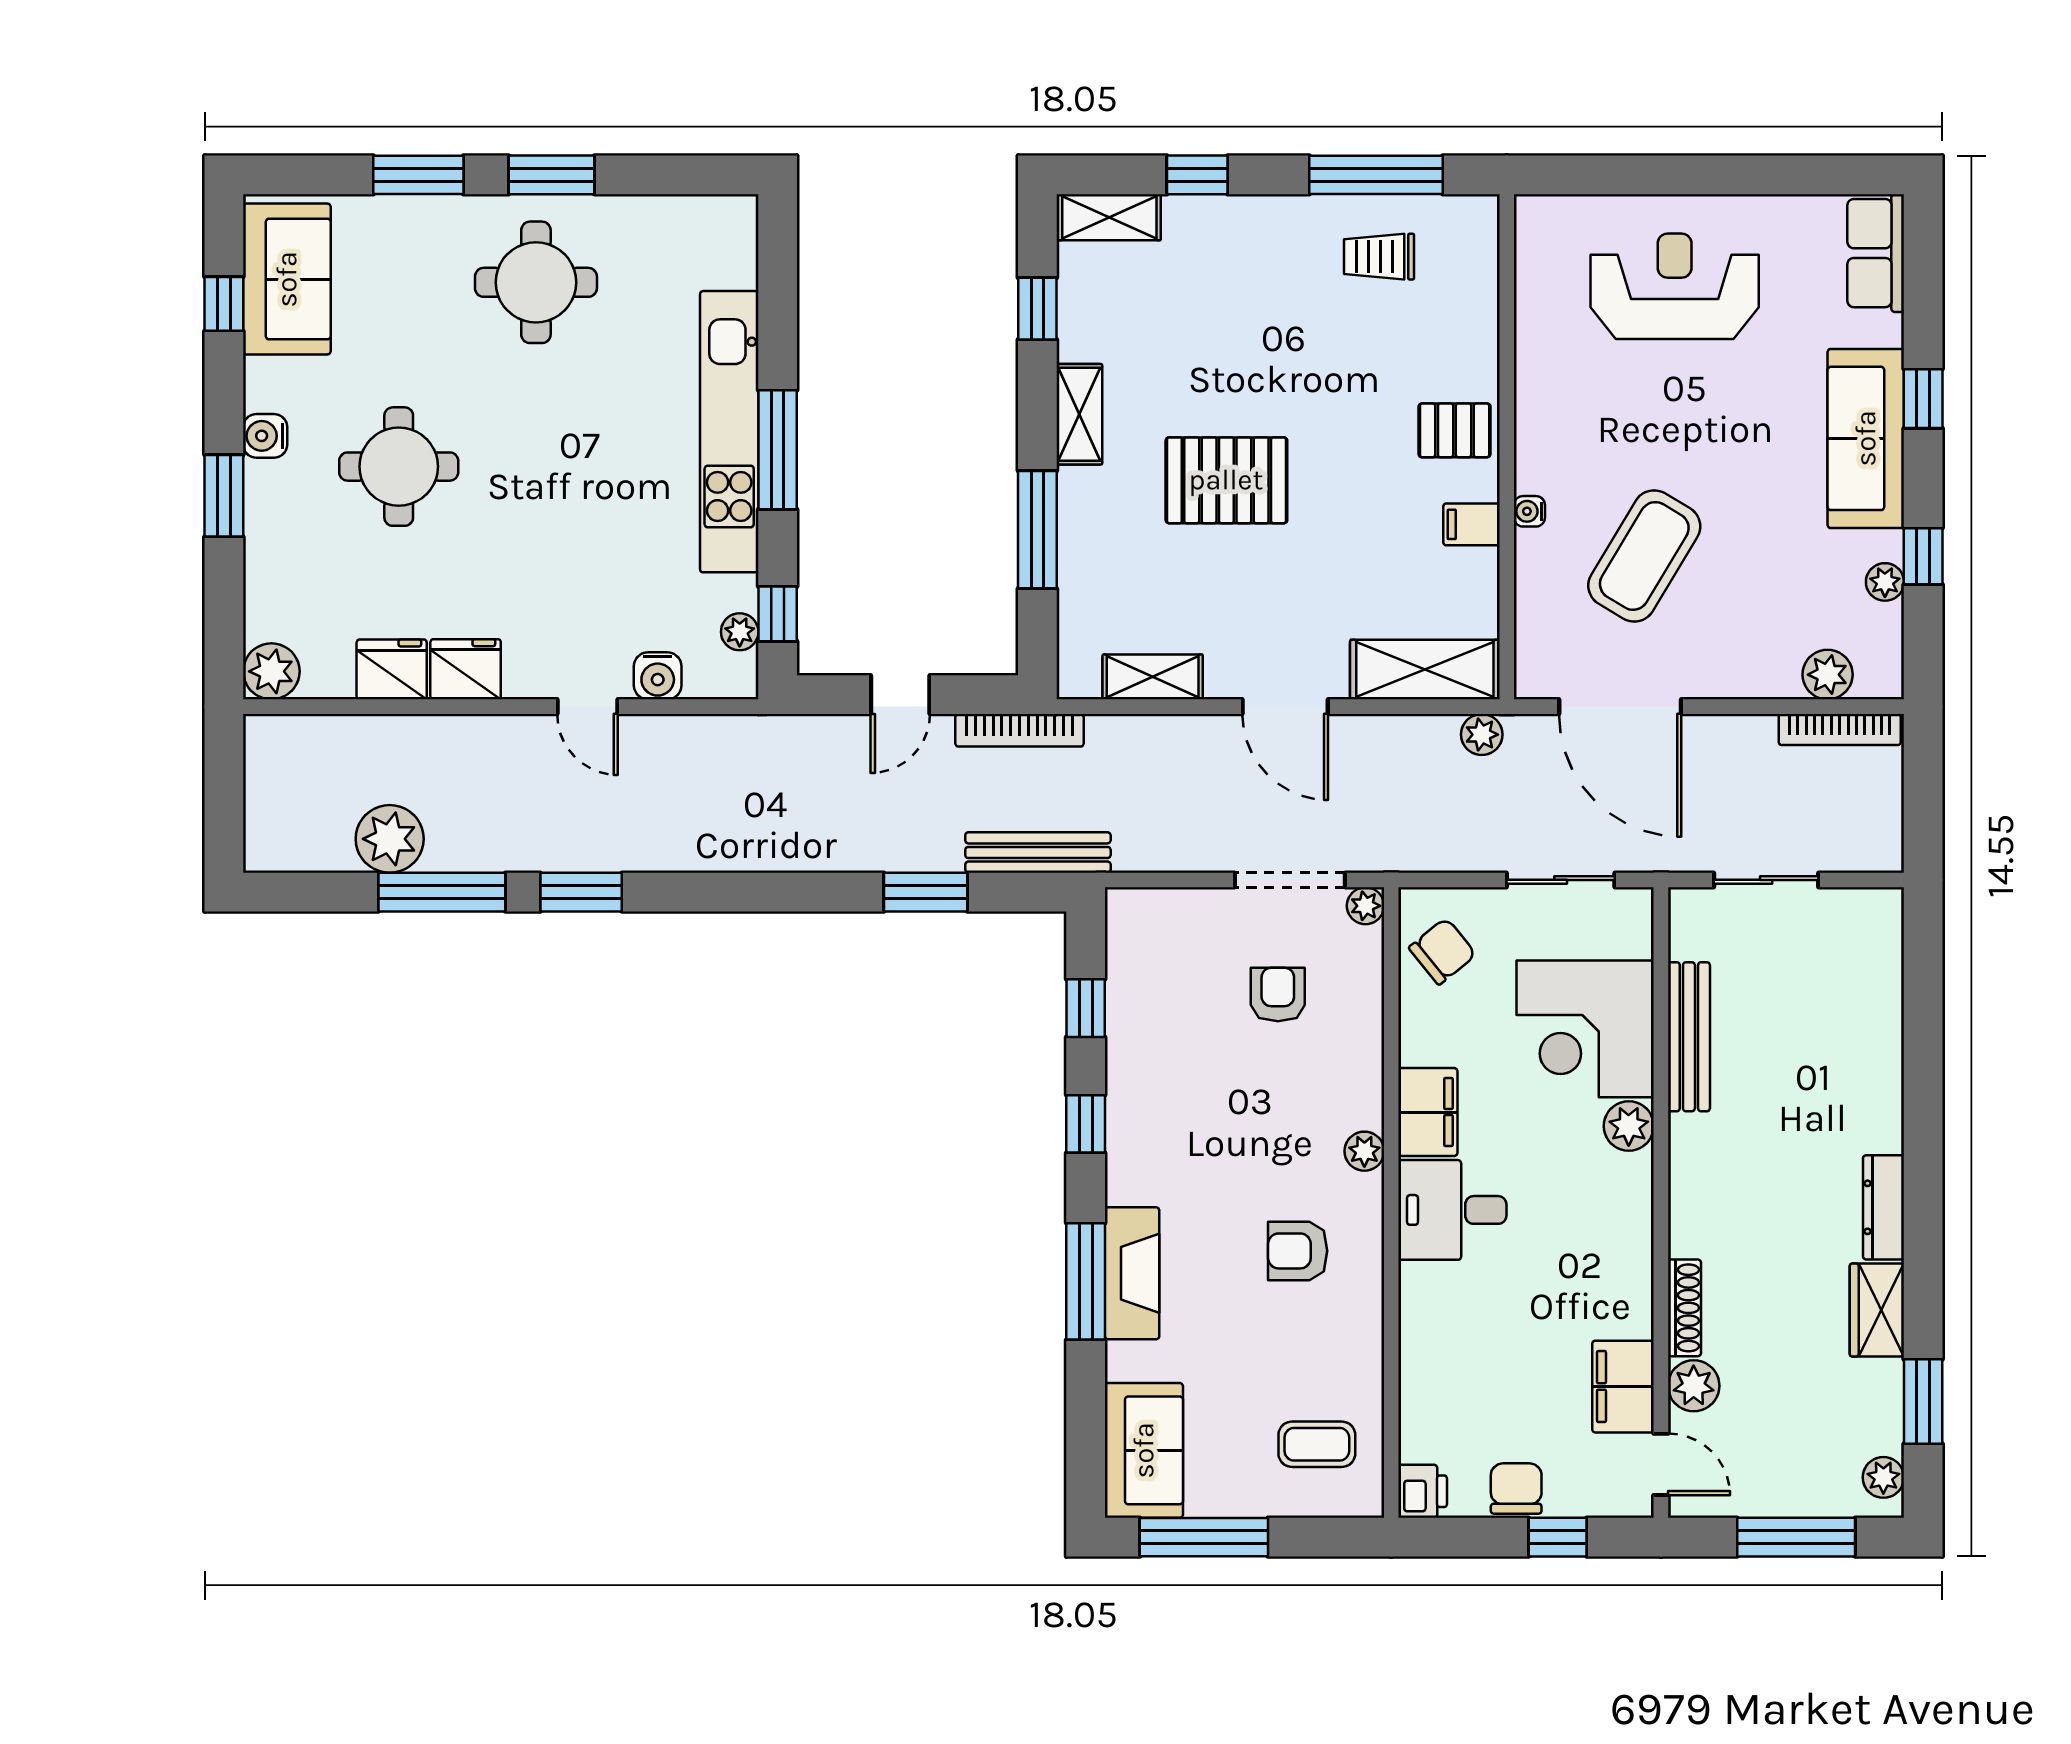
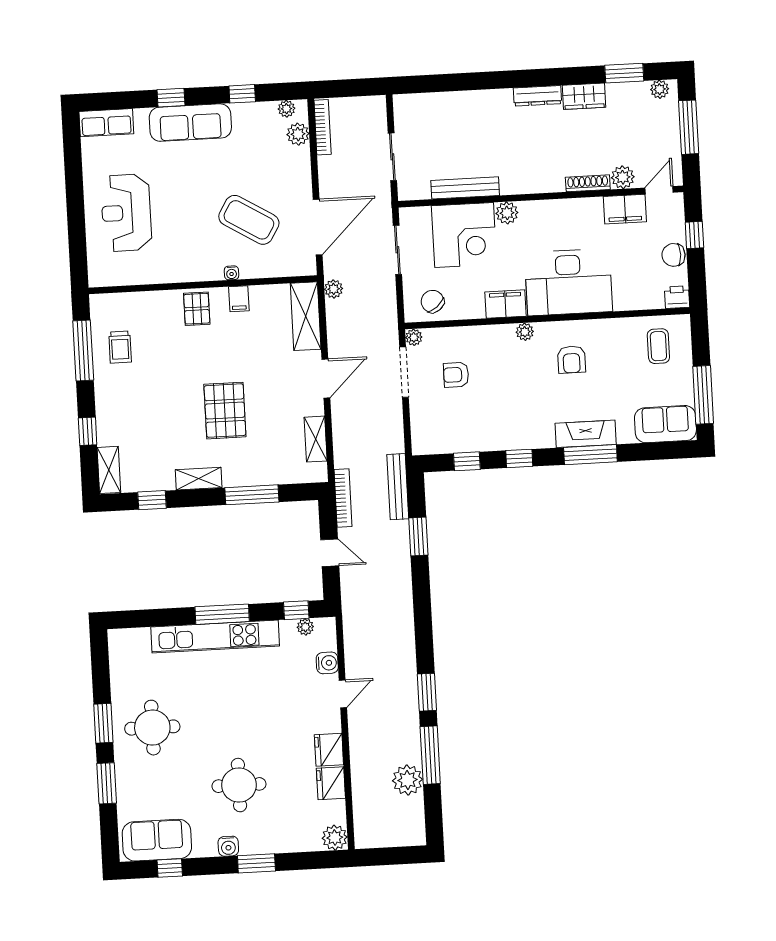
plant: (1885, 582) -> (287, 109), moved
desk: (1452, 1210) -> (569, 282), width x1.87, depth x1.30

